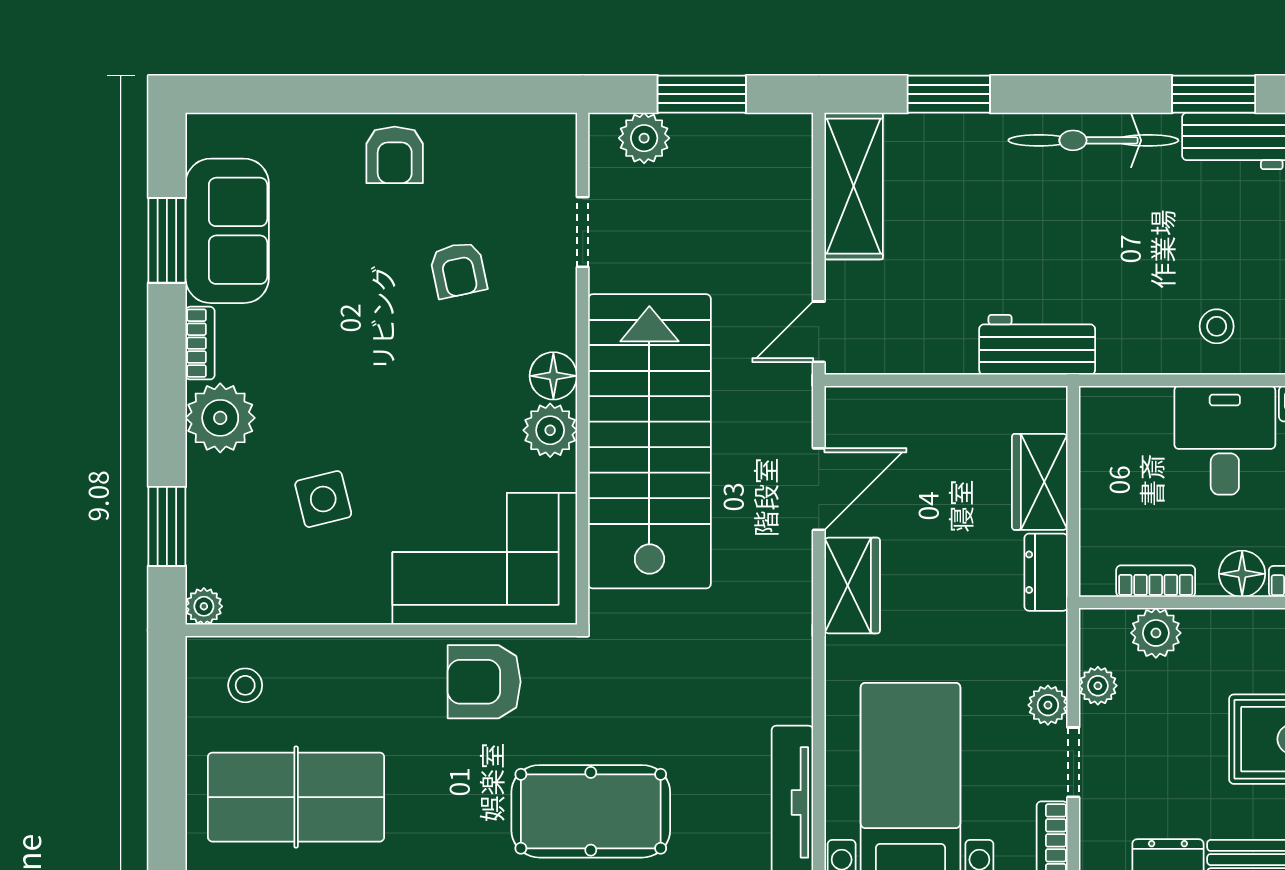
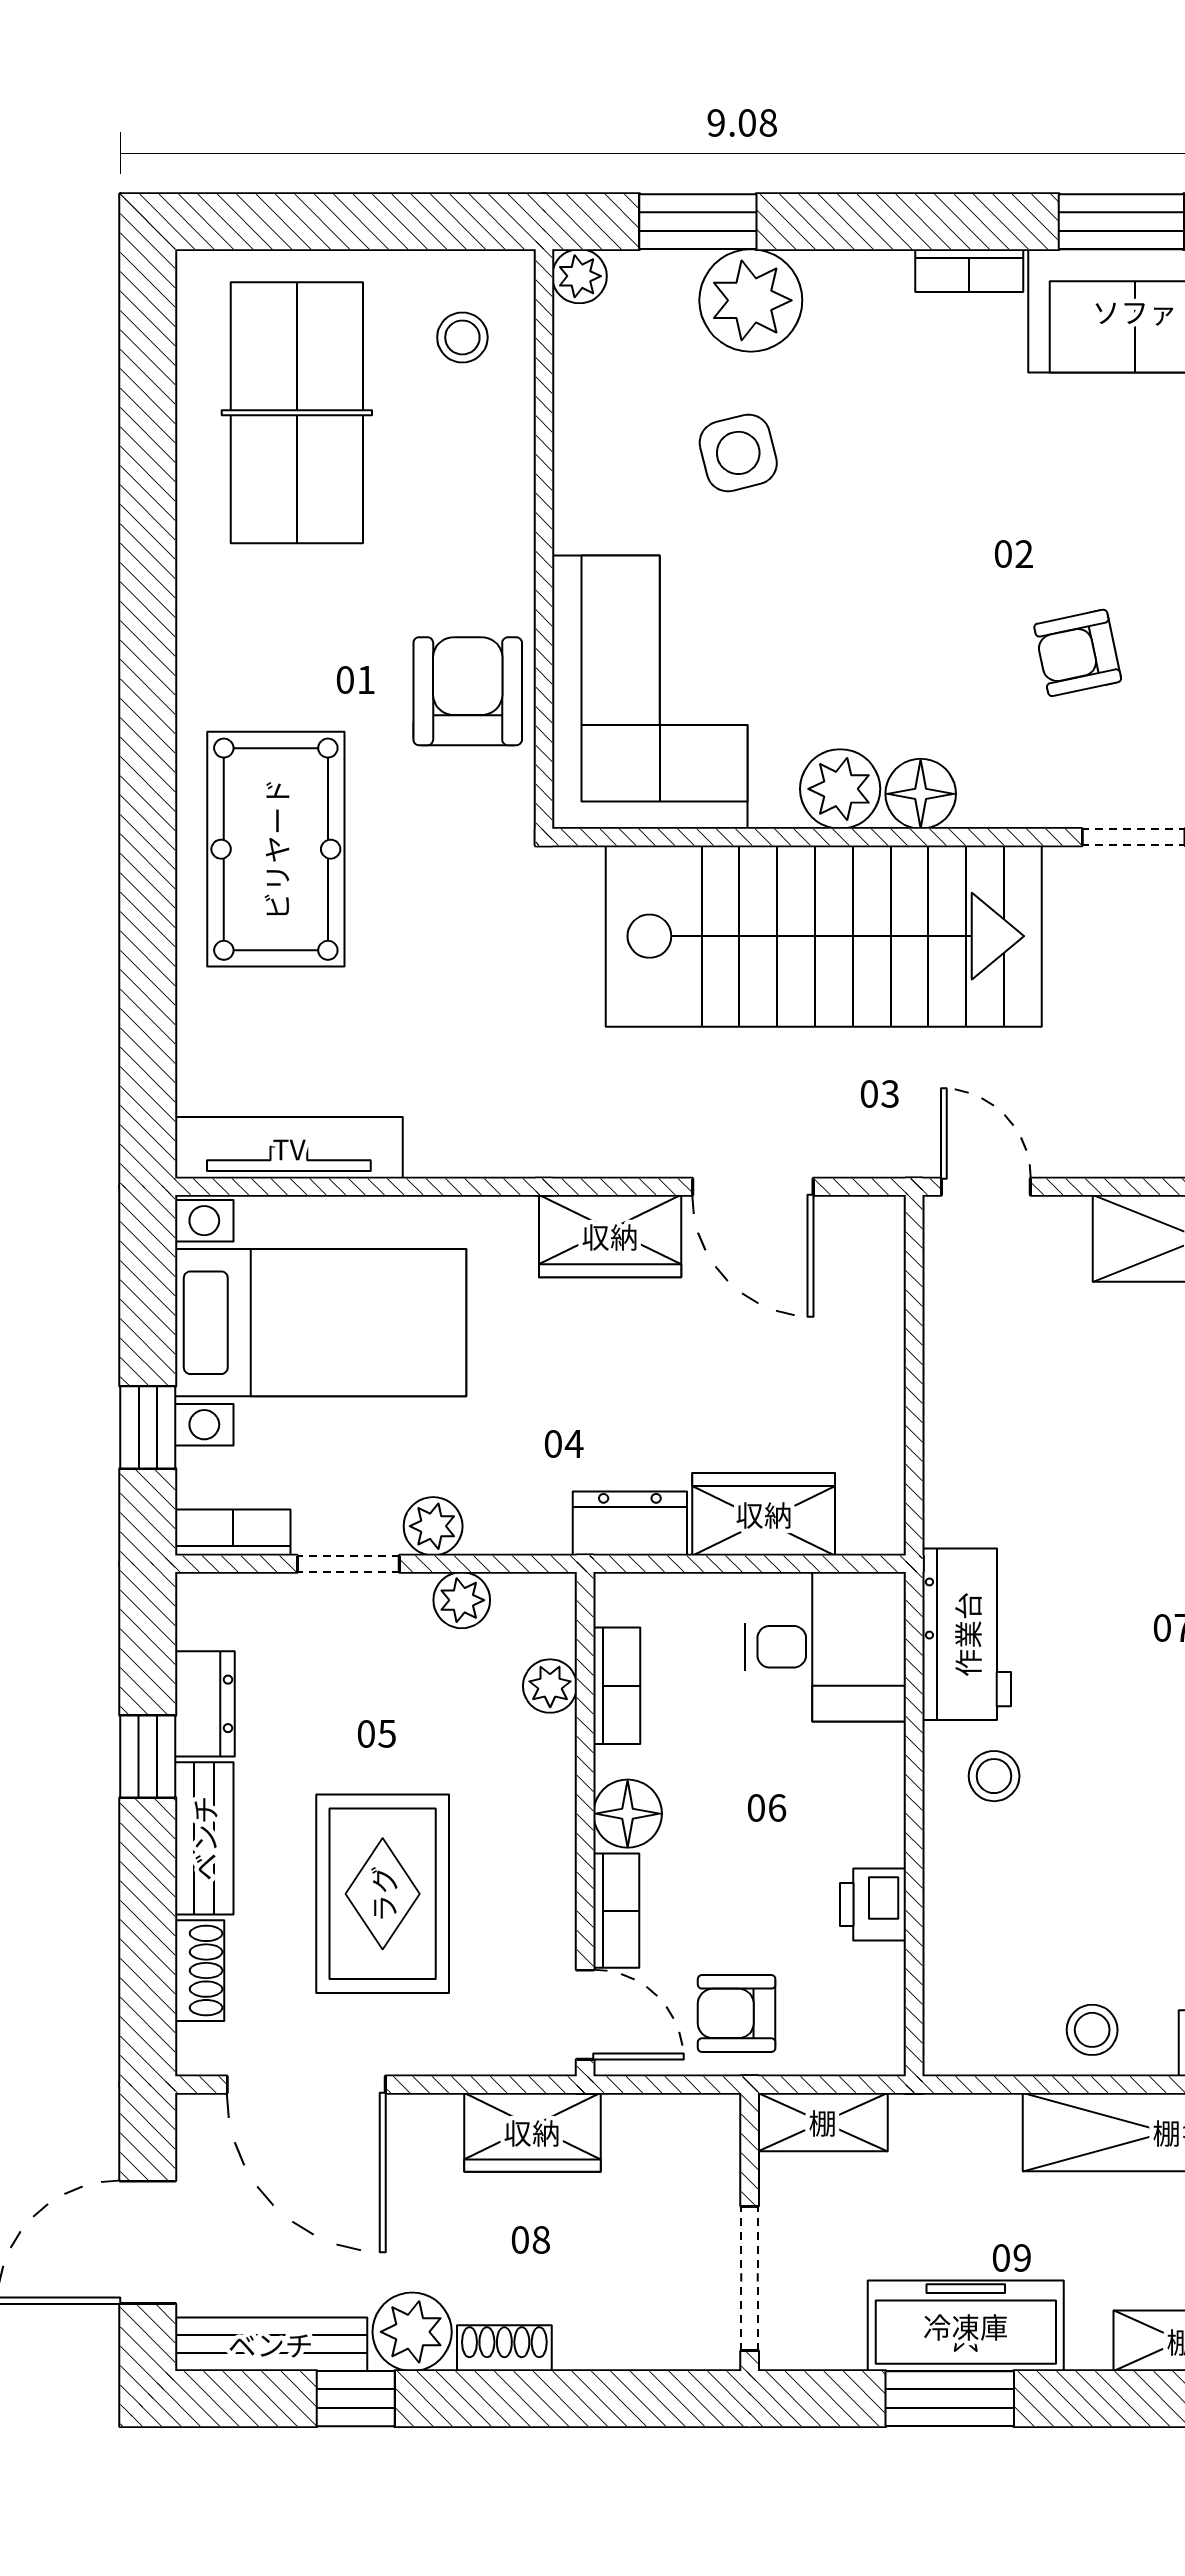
workbench: (1037, 345) -> (967, 1634), moved
plant: (220, 418) -> (751, 300), moved
desk: (1225, 440) -> (825, 1647), moved
plant: (1156, 633) -> (550, 1686), width x0.73, depth x0.73

